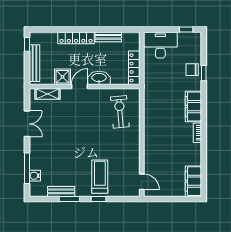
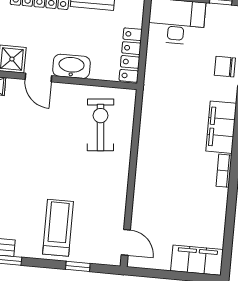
door: (80, 87) -> (38, 77), swing flipped
filing cabinet: (193, 181) -> (197, 260), moved, turned 90
window: (99, 199) -> (78, 266), moved

